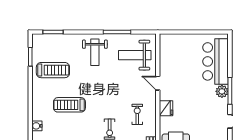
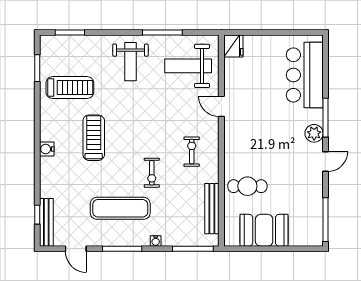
plant: (222, 91) -> (314, 133), moved
treadmill: (69, 105) -> (94, 138), turned 90
fridge: (166, 108) -> (233, 46), moved
water cooler: (37, 126) -> (47, 149), moved

